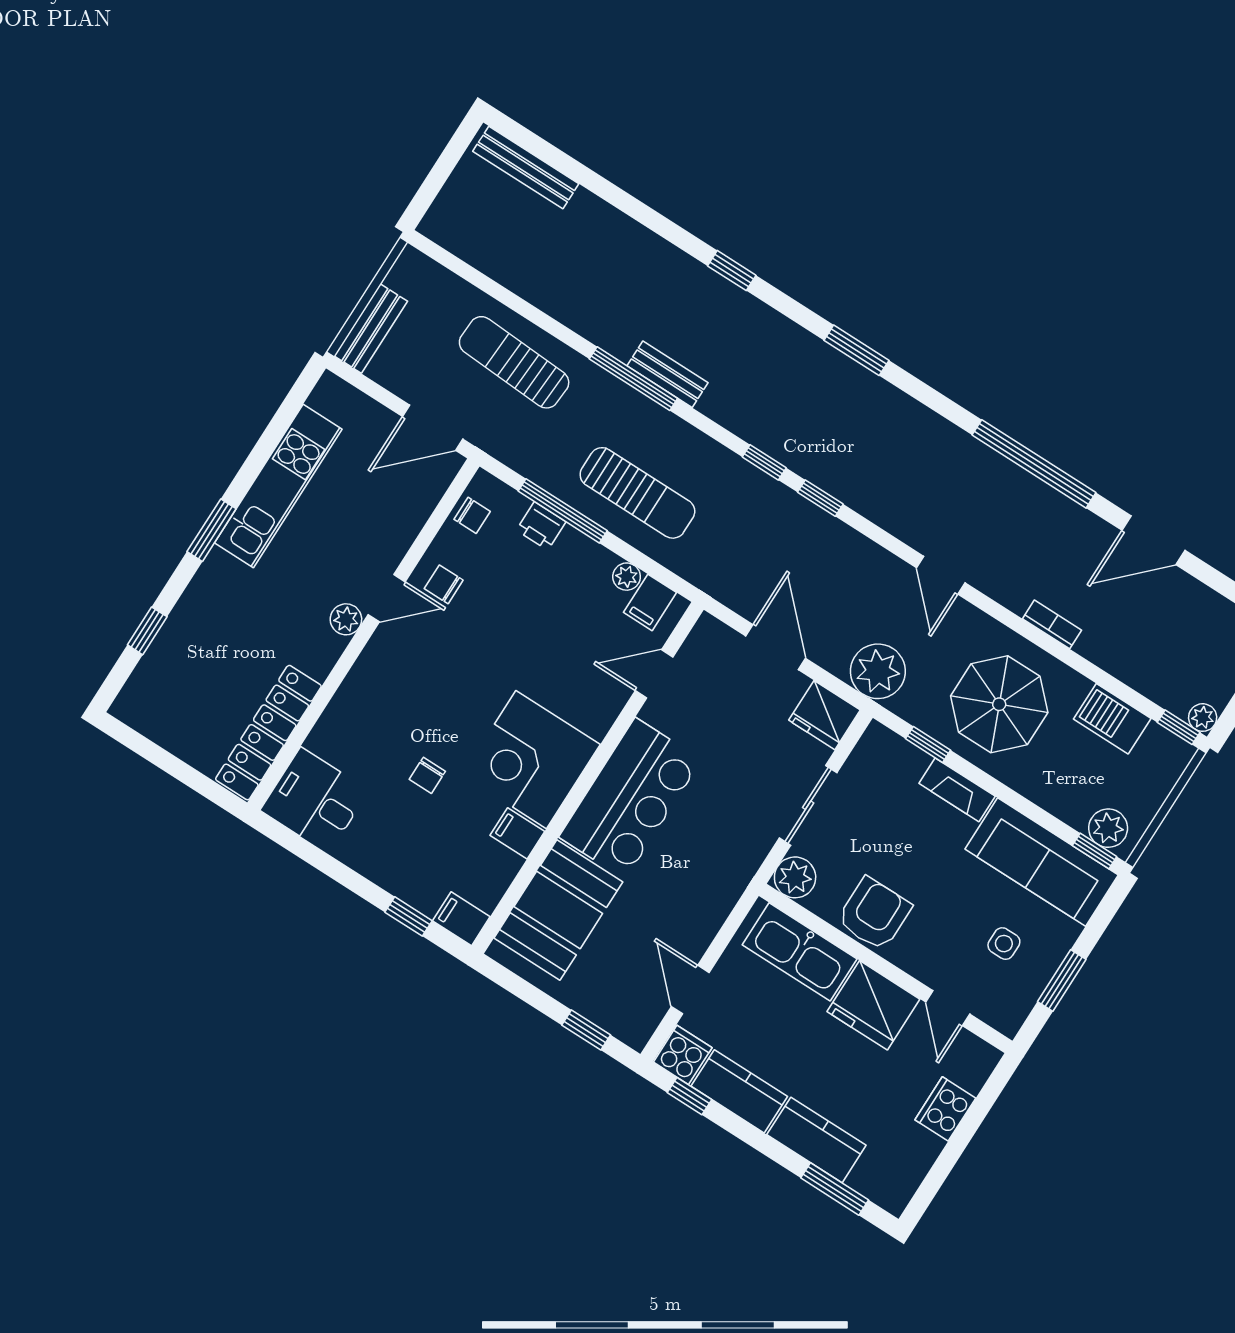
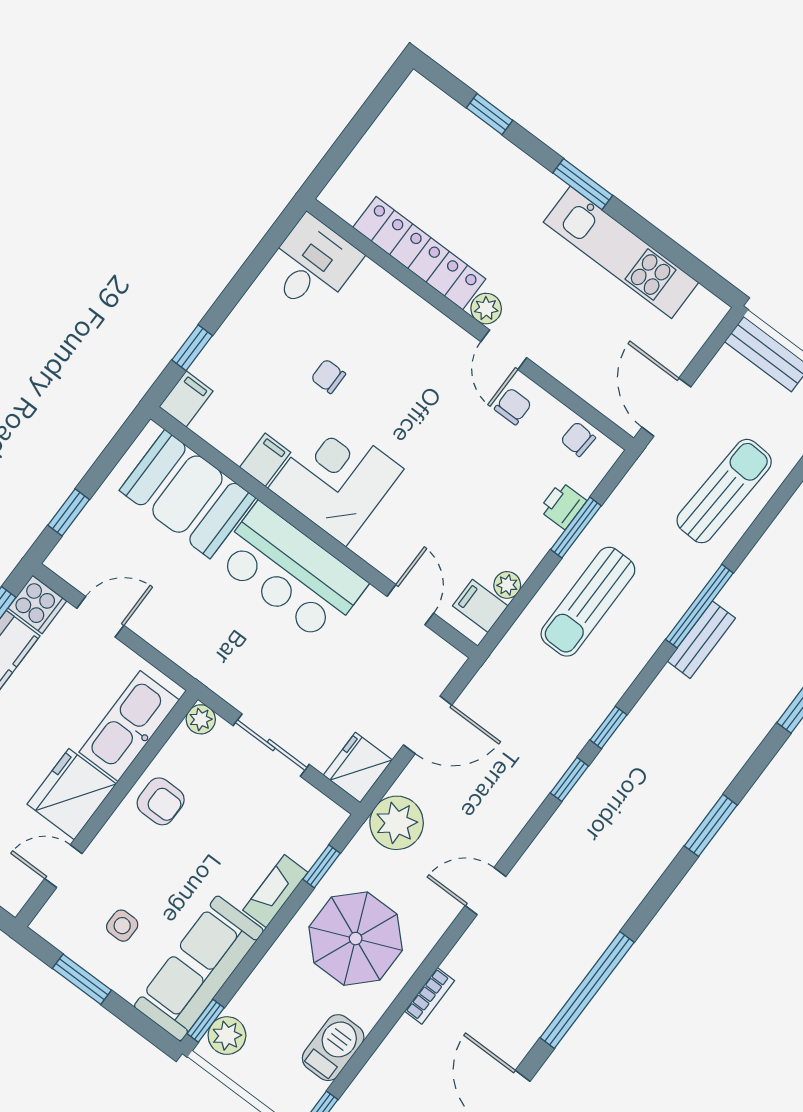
window: (563, 511) -> (576, 528), width x0.69
chair: (472, 515) -> (578, 439), turned 94
locker: (268, 733) -> (419, 253), moved
plant: (795, 877) -> (201, 719), width x0.73, depth x0.73
armchair: (874, 914) -> (161, 801), width x0.72, depth x0.72

